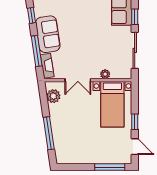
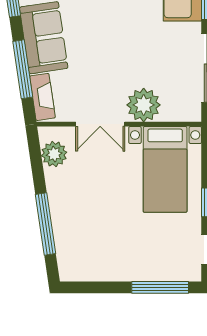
plant: (105, 74) -> (144, 105), width x1.87, depth x1.87

